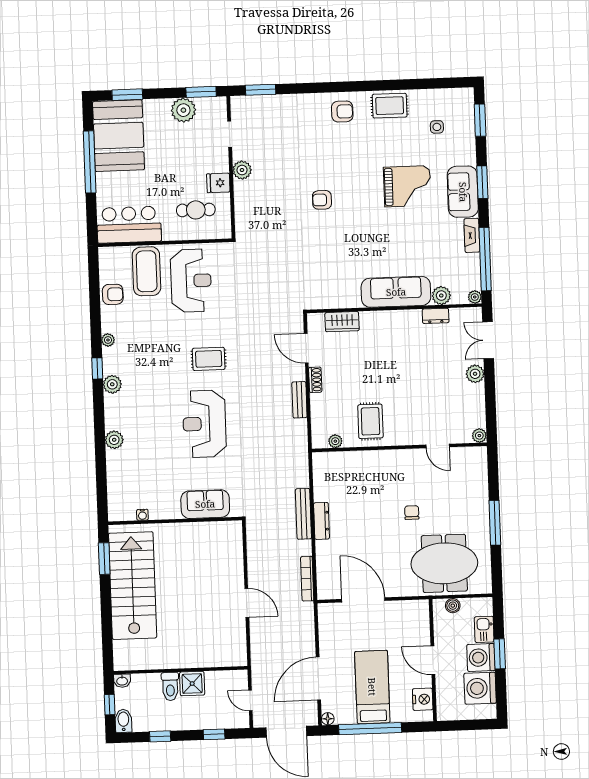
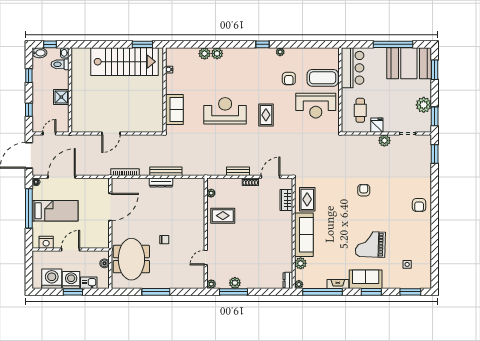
rug: (390, 106) -> (307, 199), moved
grand piano: (407, 186) -> (370, 244), turned 92
armchair: (113, 294) -> (289, 79), moved
dresser: (436, 316) -> (288, 280), moved
double door: (488, 340) -> (271, 292), removed
plant: (475, 374) -> (235, 283), moved
plant: (112, 384) -> (205, 54), moved
window: (490, 400) -> (234, 292), added
door: (318, 679) -> (62, 177), hinge flipped
toilet: (170, 686) -> (60, 64), moved

